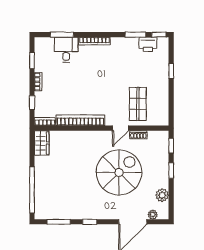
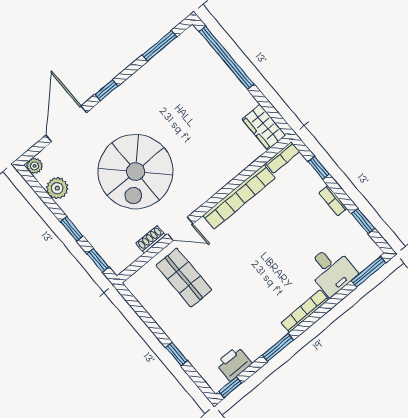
window: (62, 35) -> (369, 272), moved
window: (135, 35) -> (278, 348), moved
door: (120, 128) -> (180, 229), swing flipped
plant: (153, 215) -> (34, 166), moved
window: (90, 222) -> (106, 90), moved

